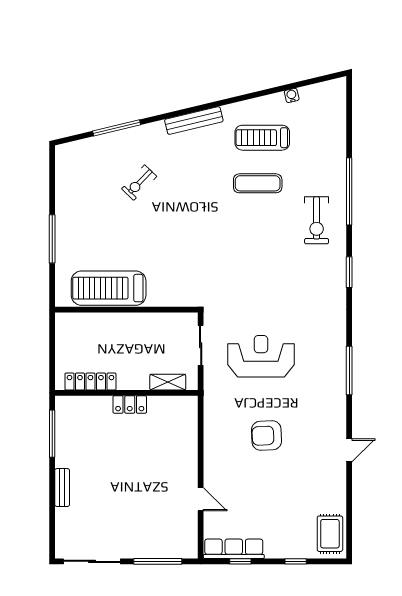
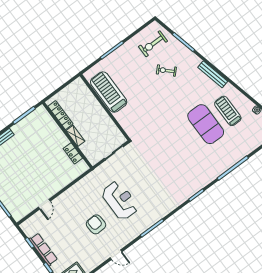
exercise mat: (258, 183) -> (206, 124), width x2.00, depth x1.45
exercise bike: (317, 220) -> (153, 44), moved
reception desk: (261, 356) -> (120, 200), moved
shelving: (168, 382) -> (75, 136), moved
locker: (130, 405) -> (73, 153), moved
armchair: (266, 435) -> (96, 224), moved
row of seats: (234, 549) -> (43, 249), moved

